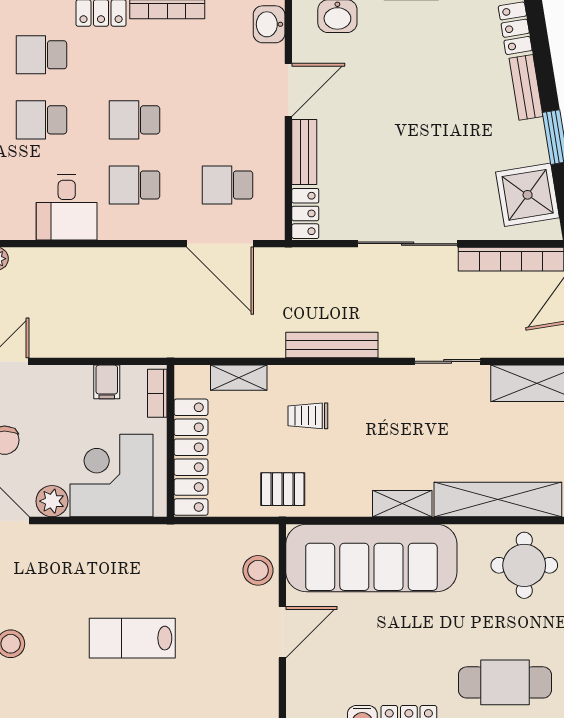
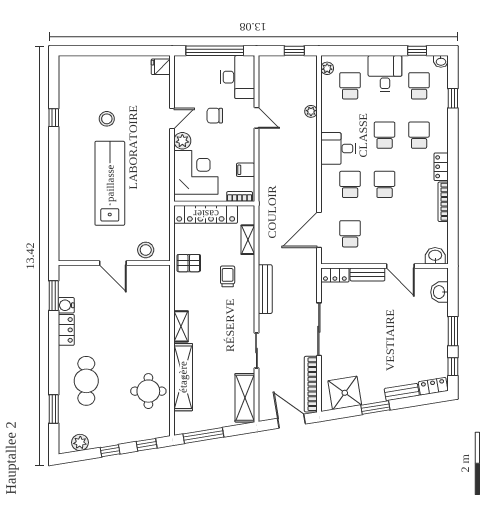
pallet: (283, 489) -> (189, 263), turned 90
sofa: (371, 558) -> (152, 310), removed
lab bench: (132, 638) -> (110, 183), width x1.86, depth x1.39

